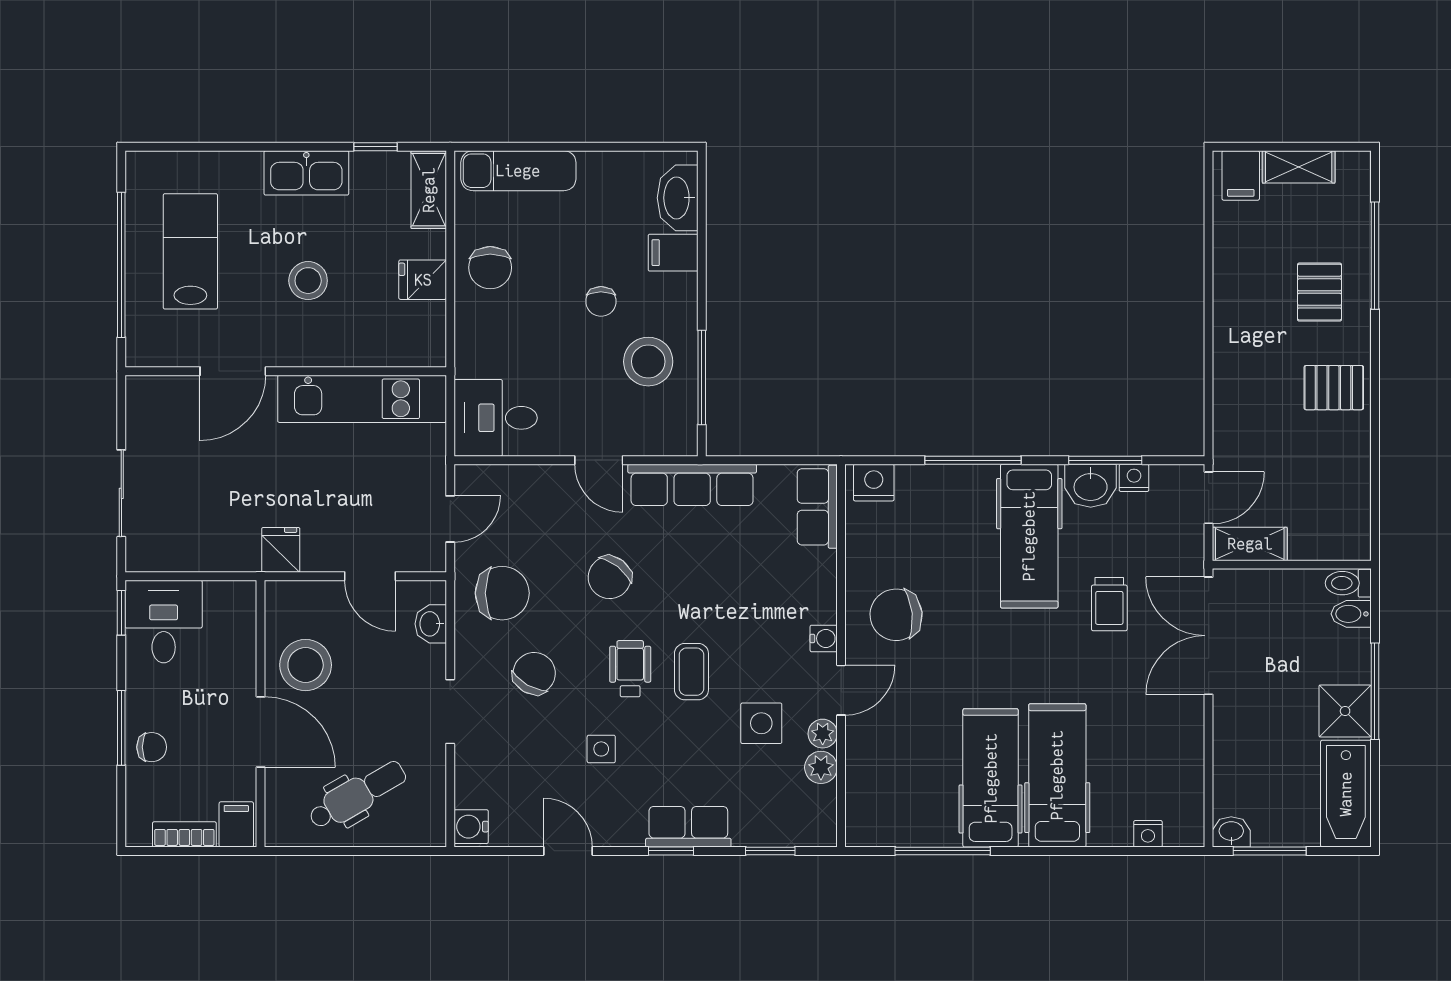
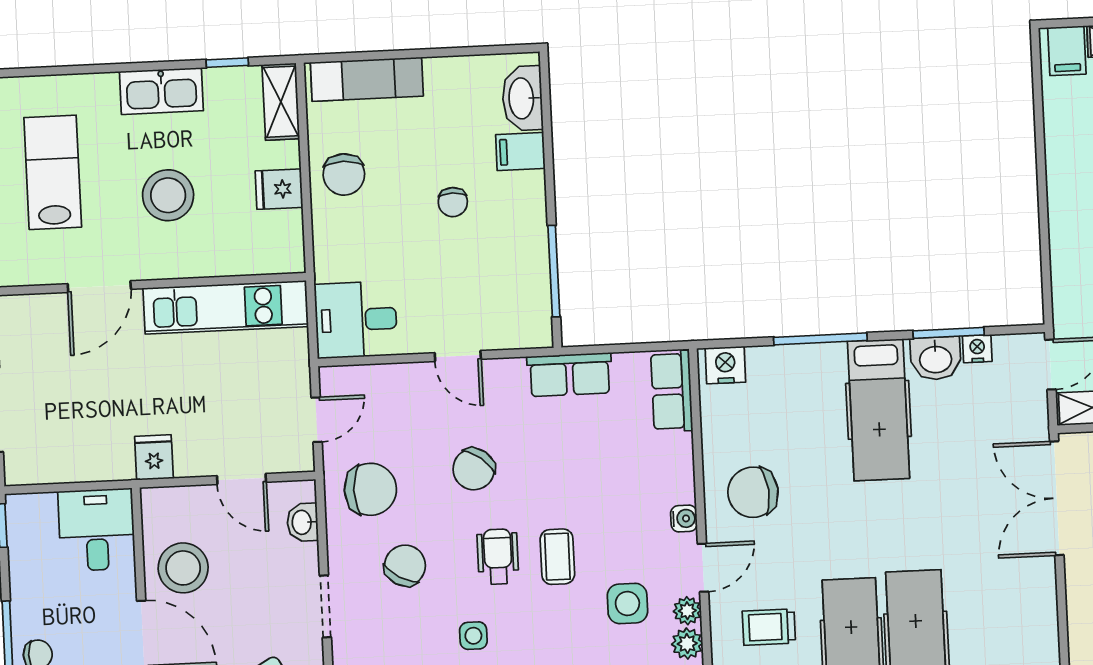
stool: (308, 281) -> (168, 195), width x1.38, depth x1.38
stool: (648, 362) -> (501, 258), removed
row of seats: (692, 485) -> (570, 375), width x0.68
trolley: (1109, 604) -> (769, 627), moved, turned 90
desk: (164, 622) -> (97, 530), moved

